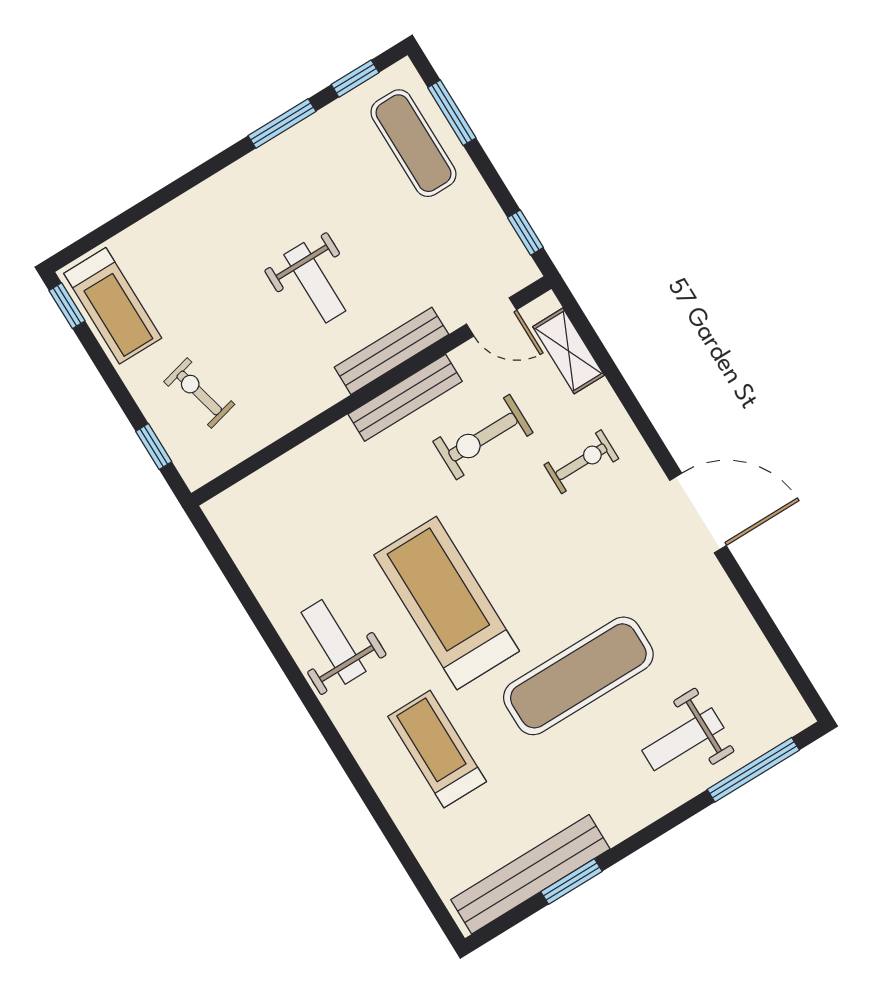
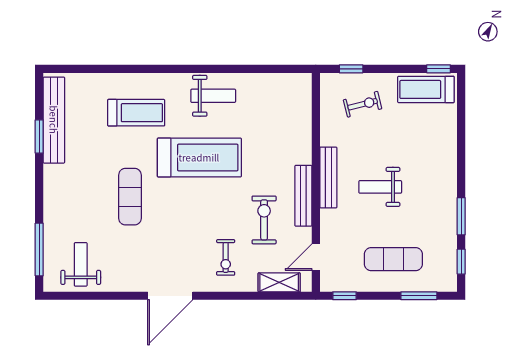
exercise mat: (413, 143) -> (393, 259), moved
bench: (391, 351) -> (328, 177), moved
exercise mat: (578, 676) -> (130, 197), width x0.73, depth x0.69
weight bench: (683, 739) -> (81, 264), moved

